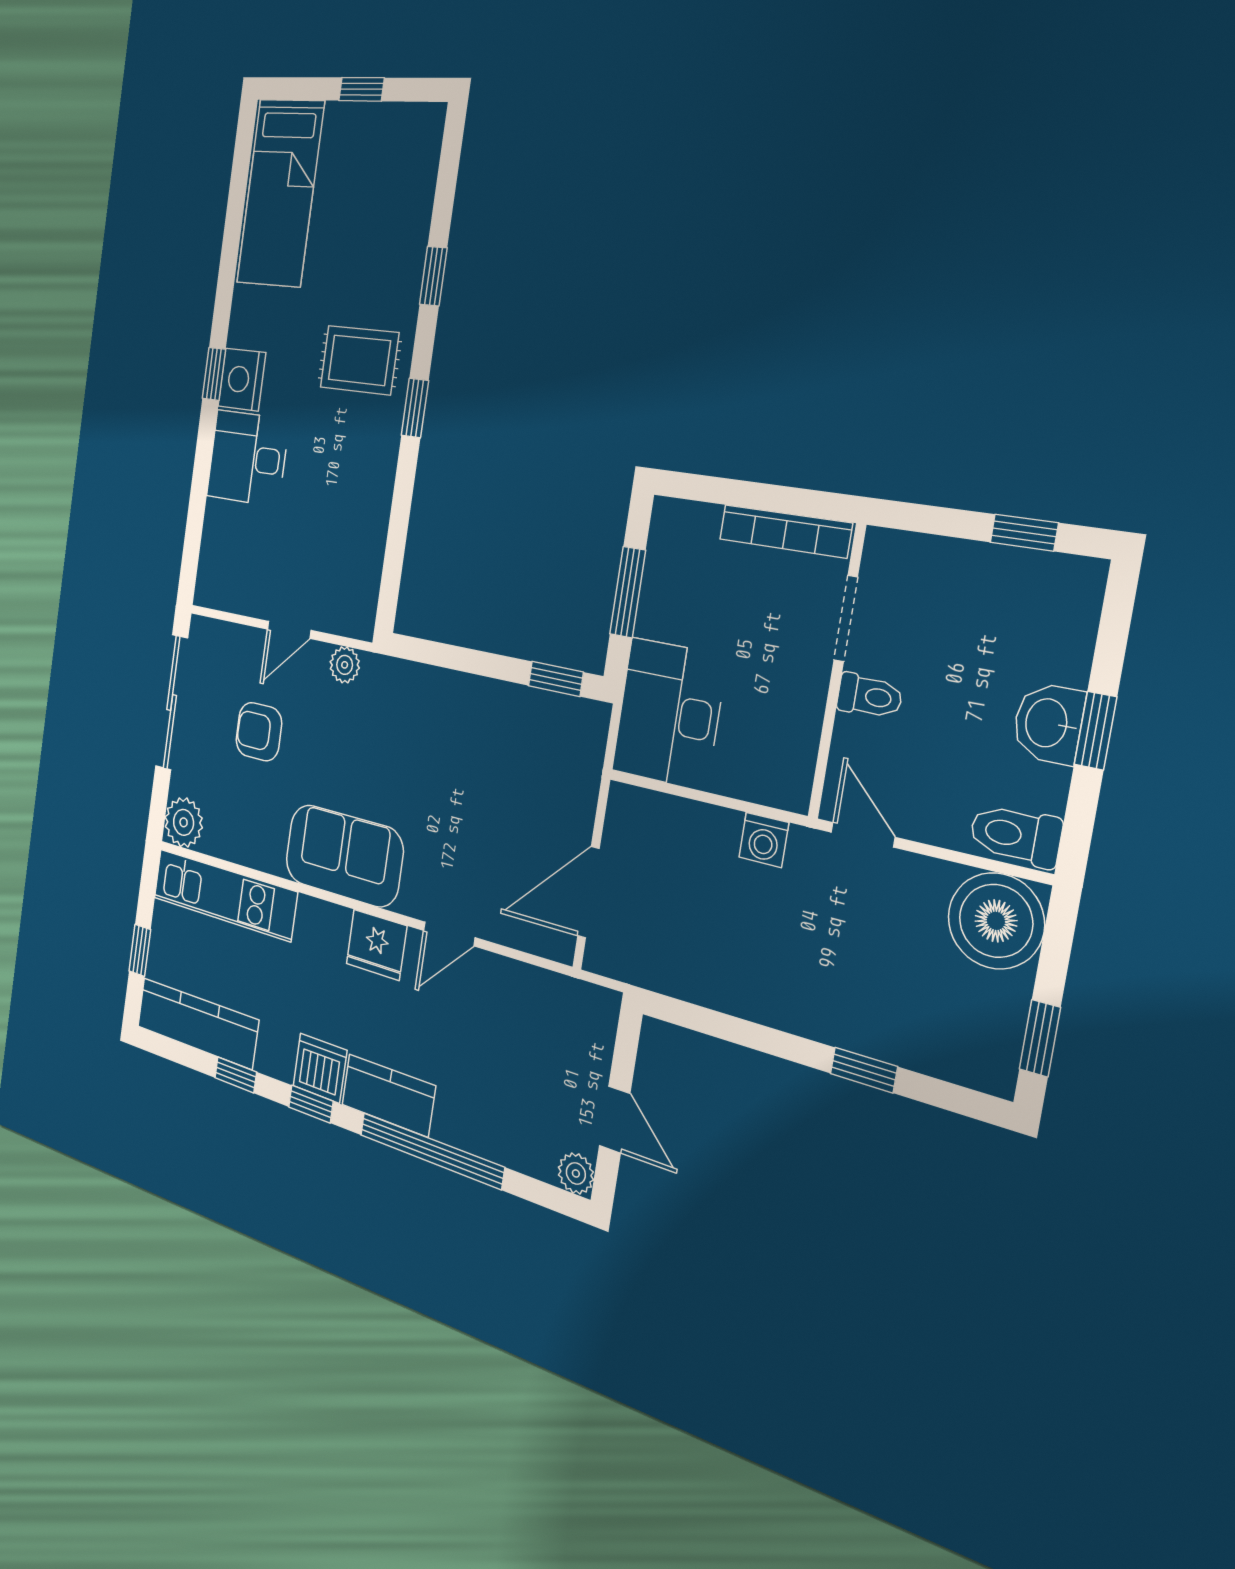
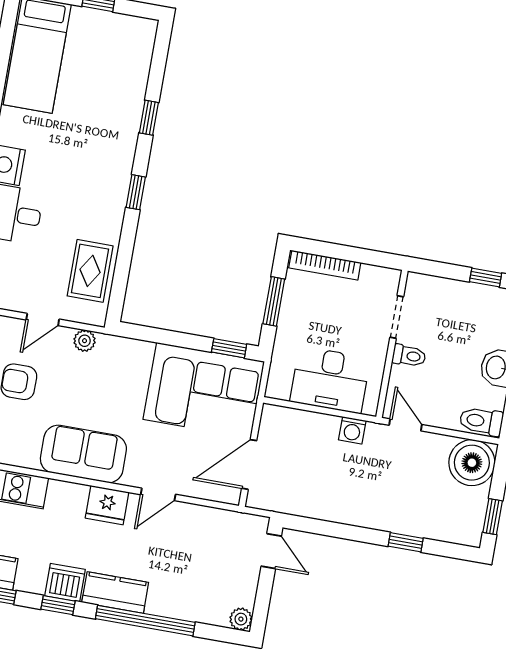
rug: (359, 360) -> (90, 271), moved, turned 90
bookcase: (785, 531) -> (325, 265), moved
desk: (669, 714) -> (330, 380), moved, turned -90
corner sofa: (517, 754) -> (204, 390), added
door: (615, 1120) -> (271, 551), moved

